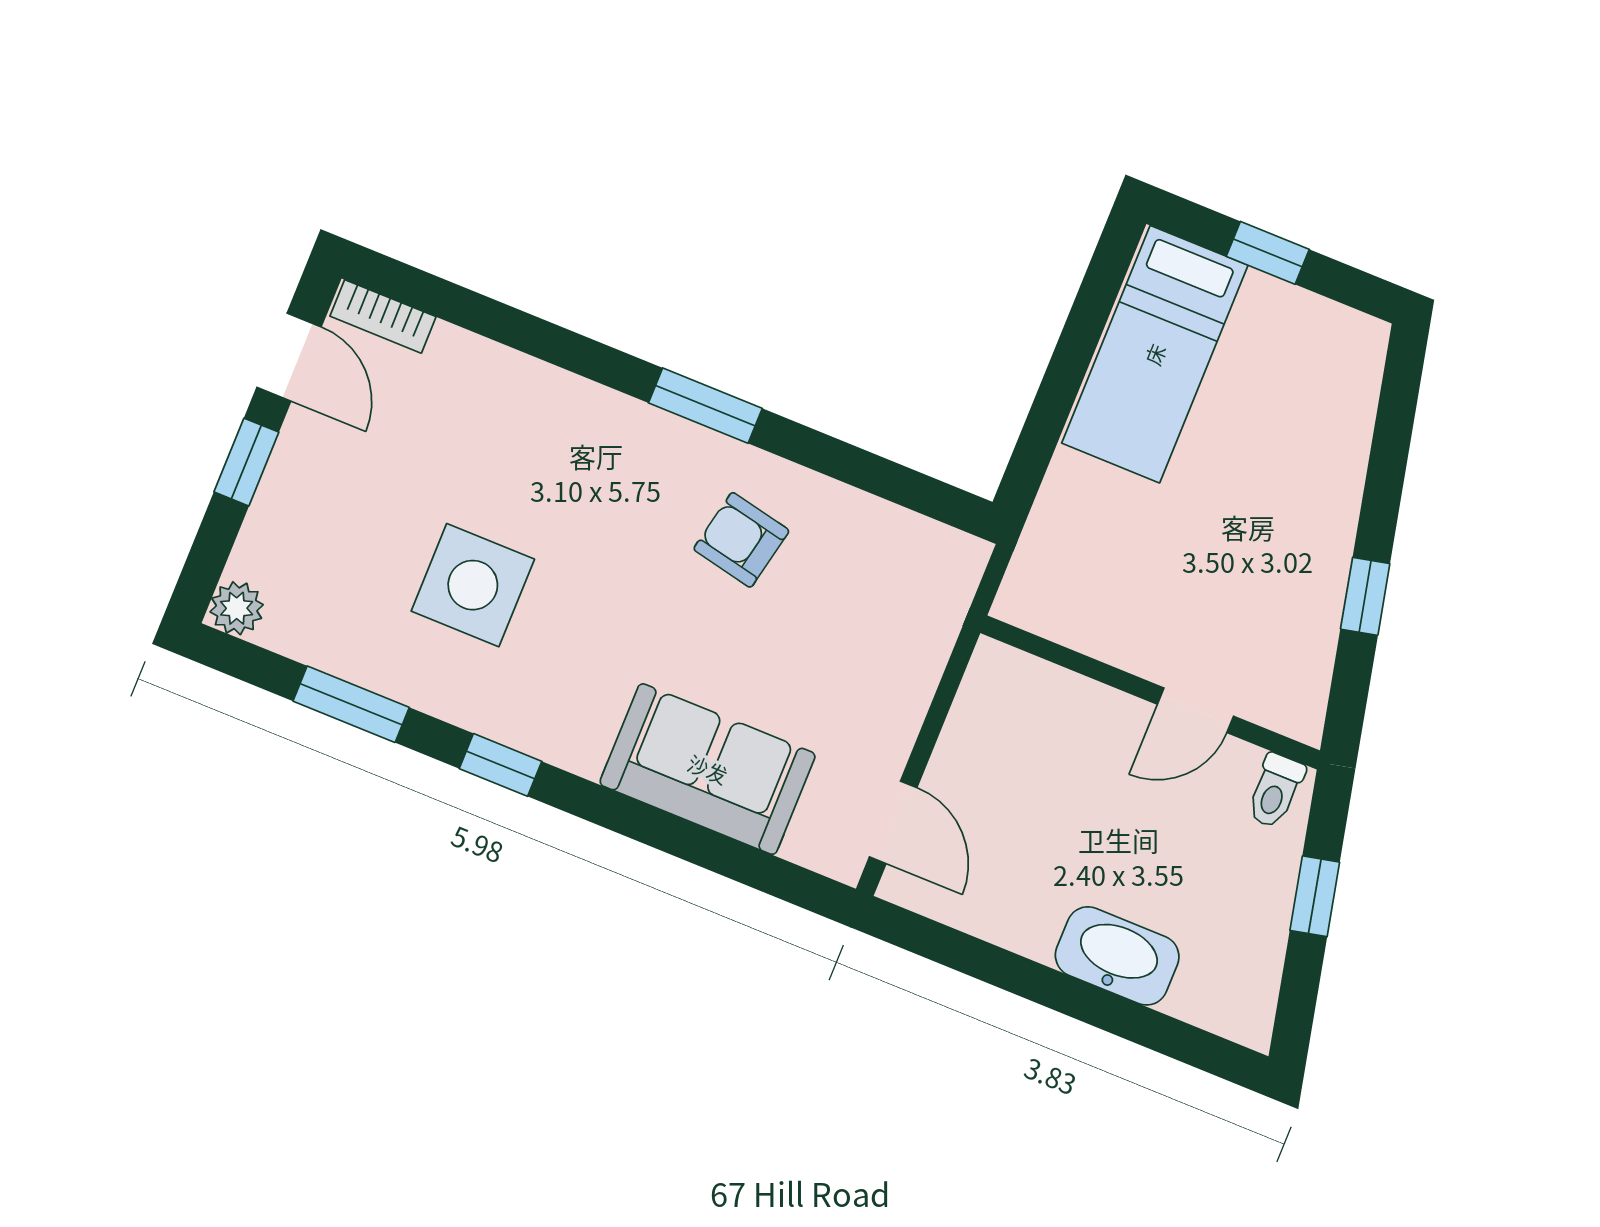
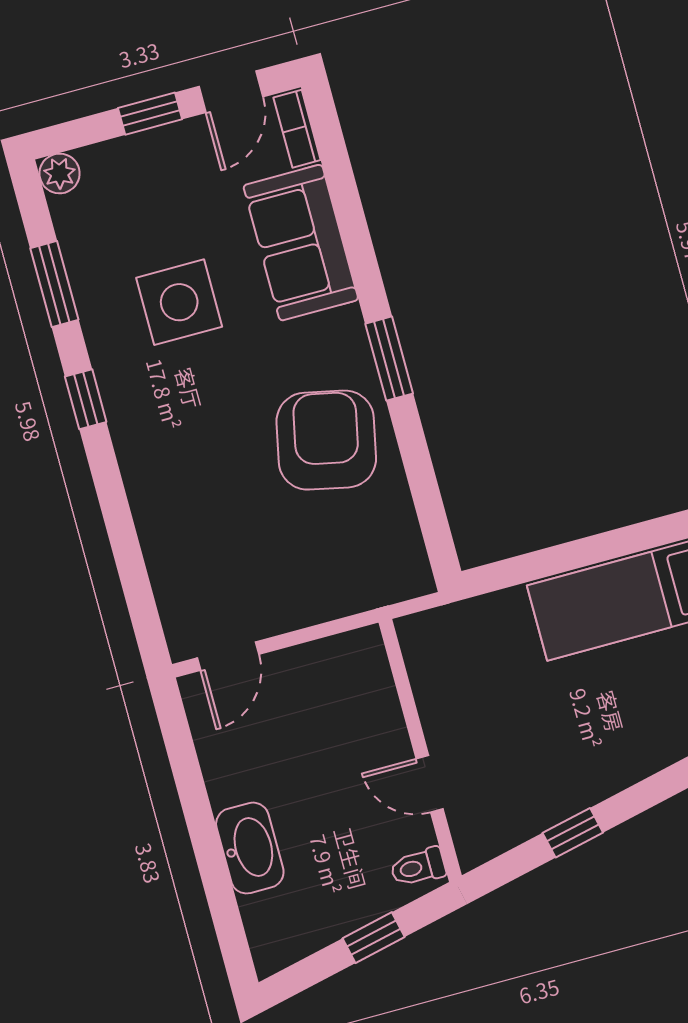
armchair: (741, 540) -> (326, 440), width x1.88, depth x1.88
sofa: (708, 769) -> (301, 243), moved, turned 180

